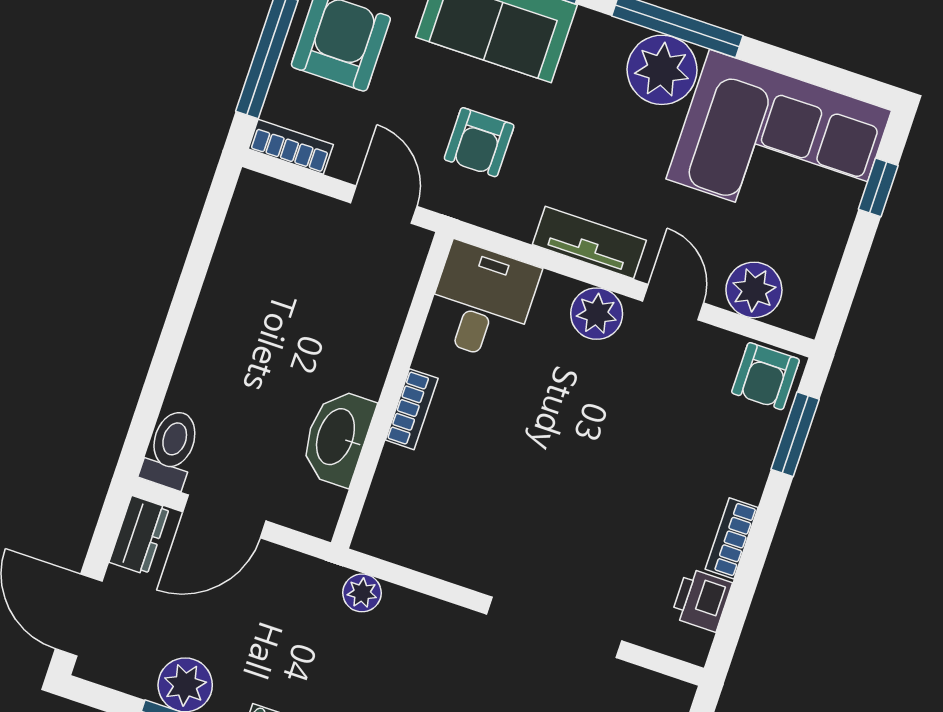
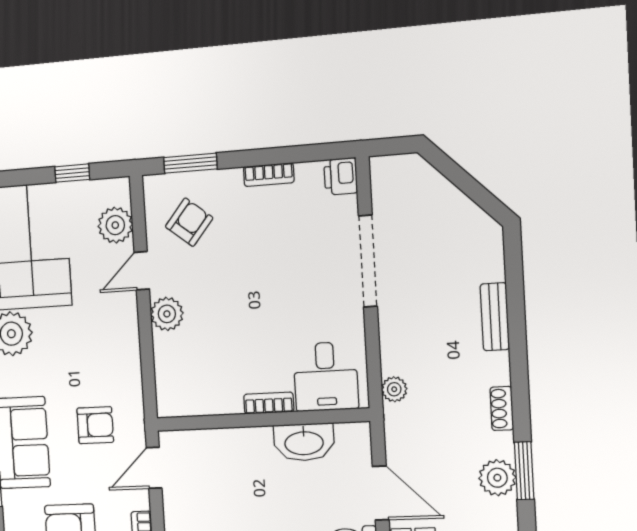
window: (878, 187) -> (72, 173), moved
tv unit: (589, 242) -> (127, 336), removed
desk: (482, 302) -> (326, 377), moved, turned -90
armchair: (766, 376) -> (189, 222), moved, turned -51
printer: (702, 600) -> (341, 176), moved, turned 90

